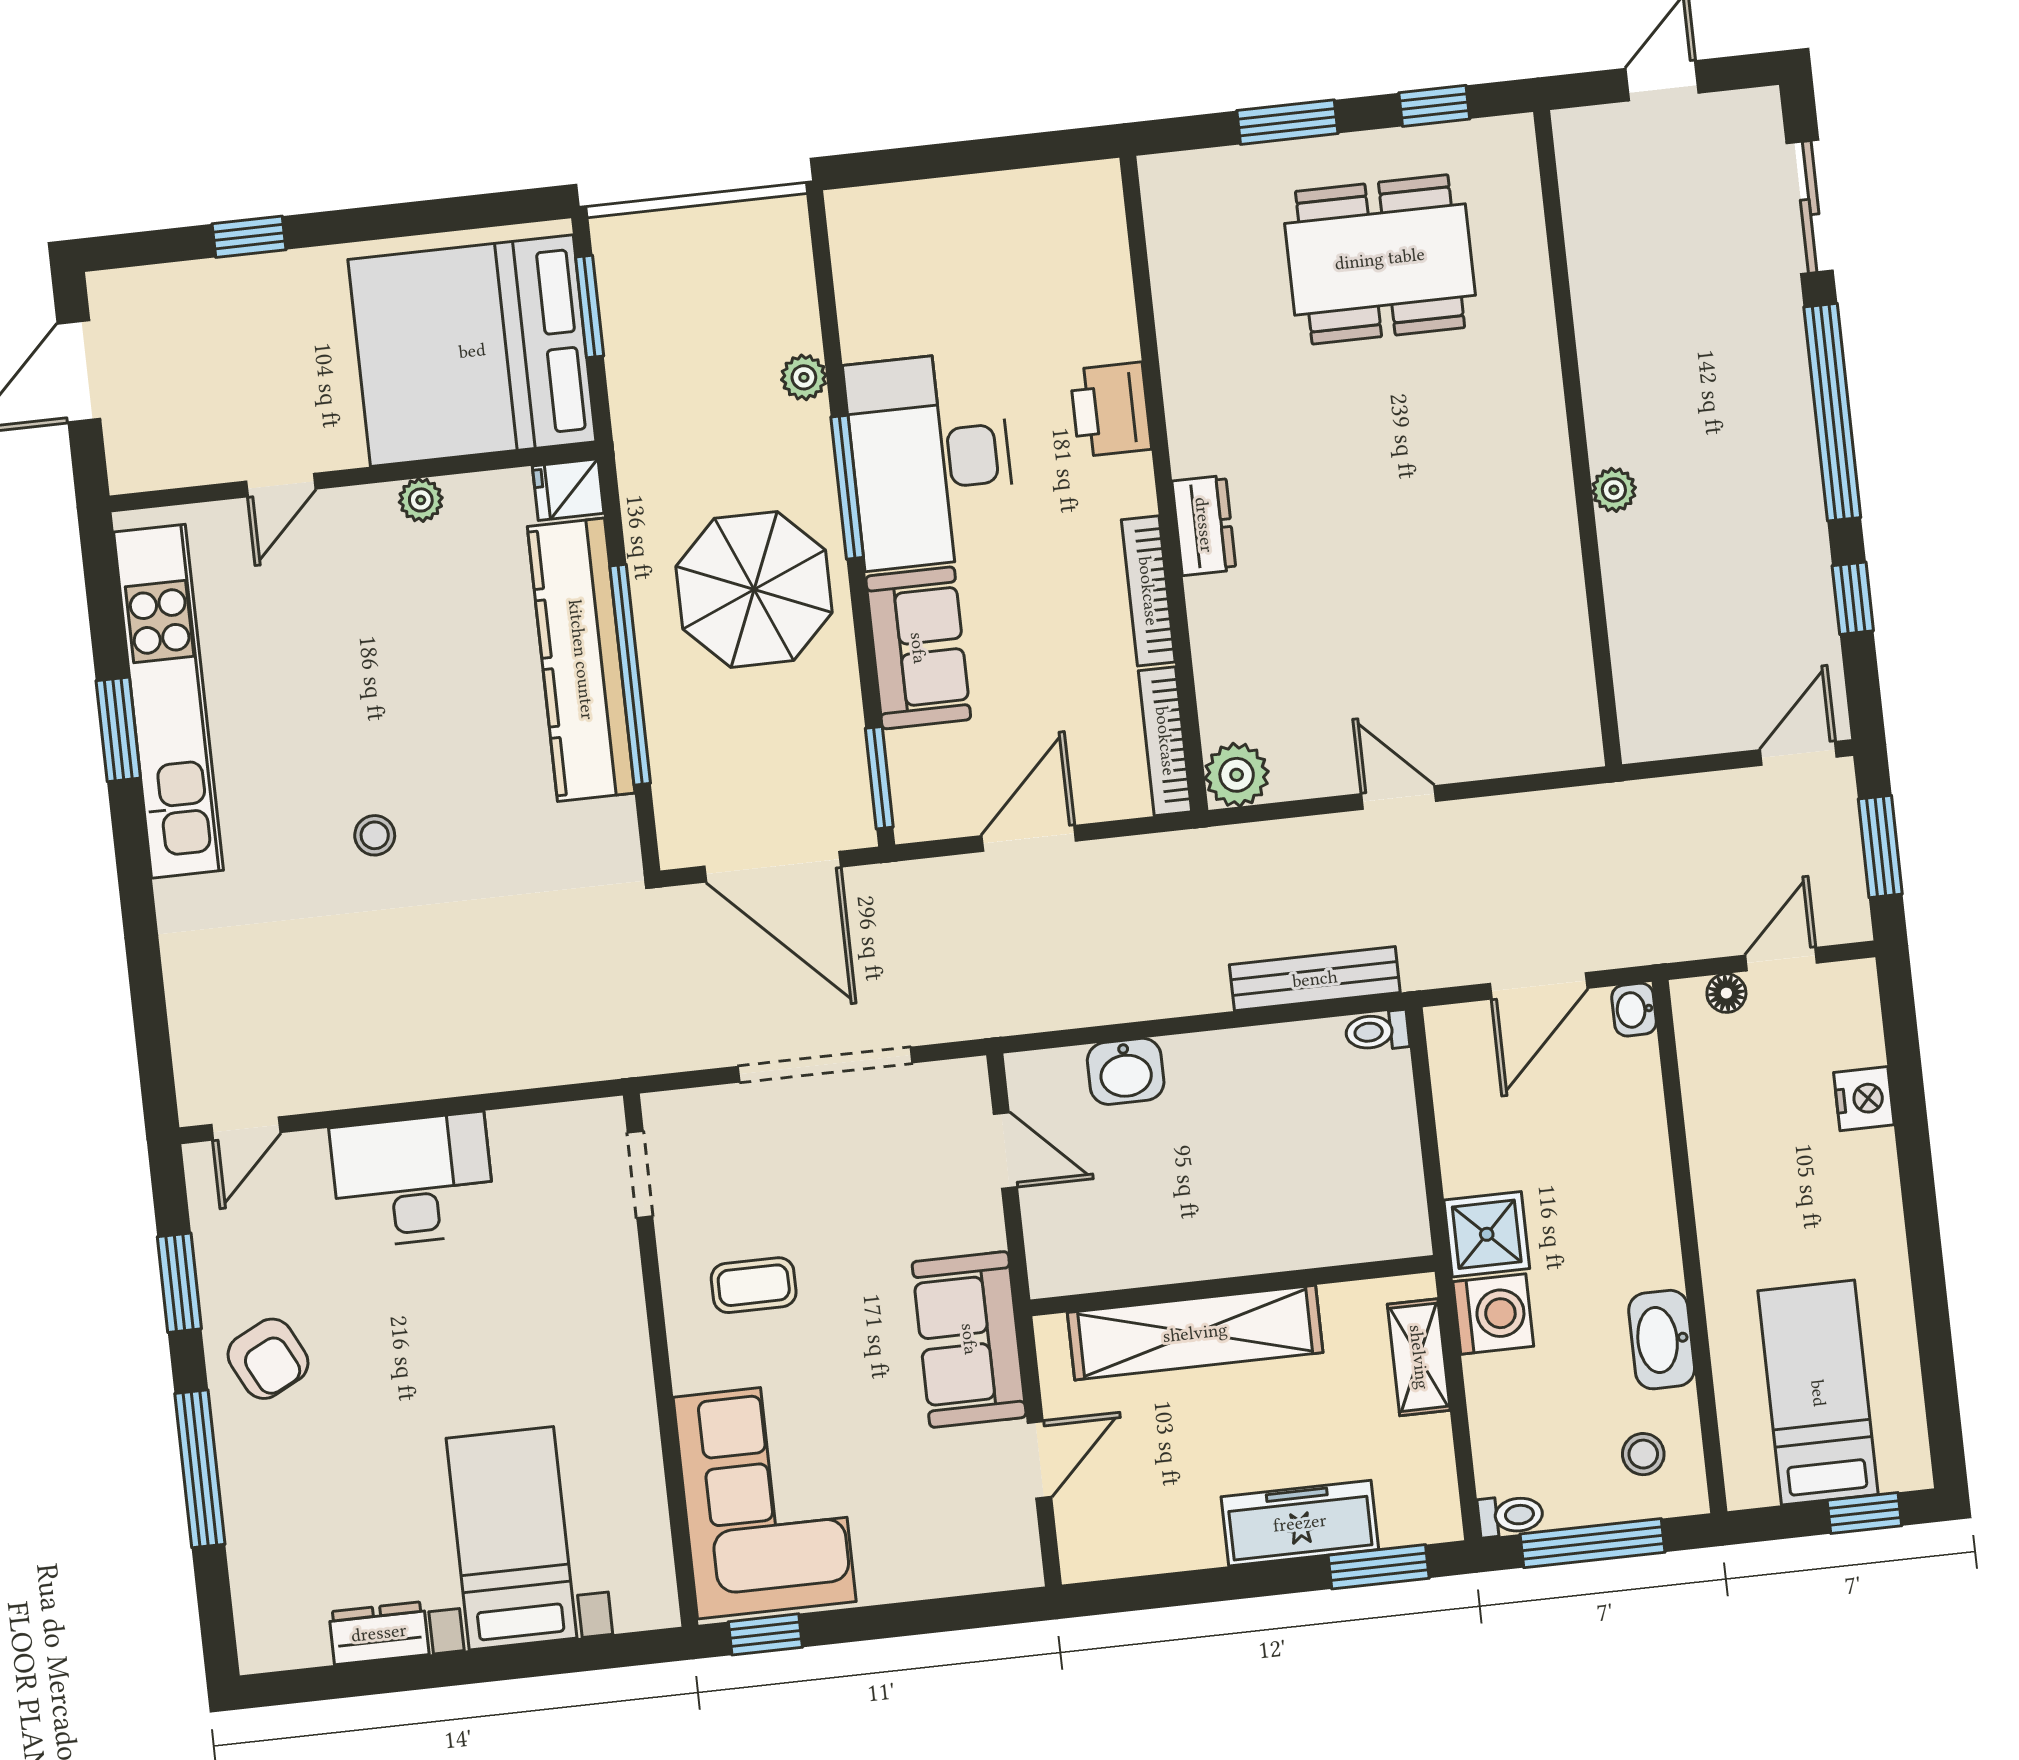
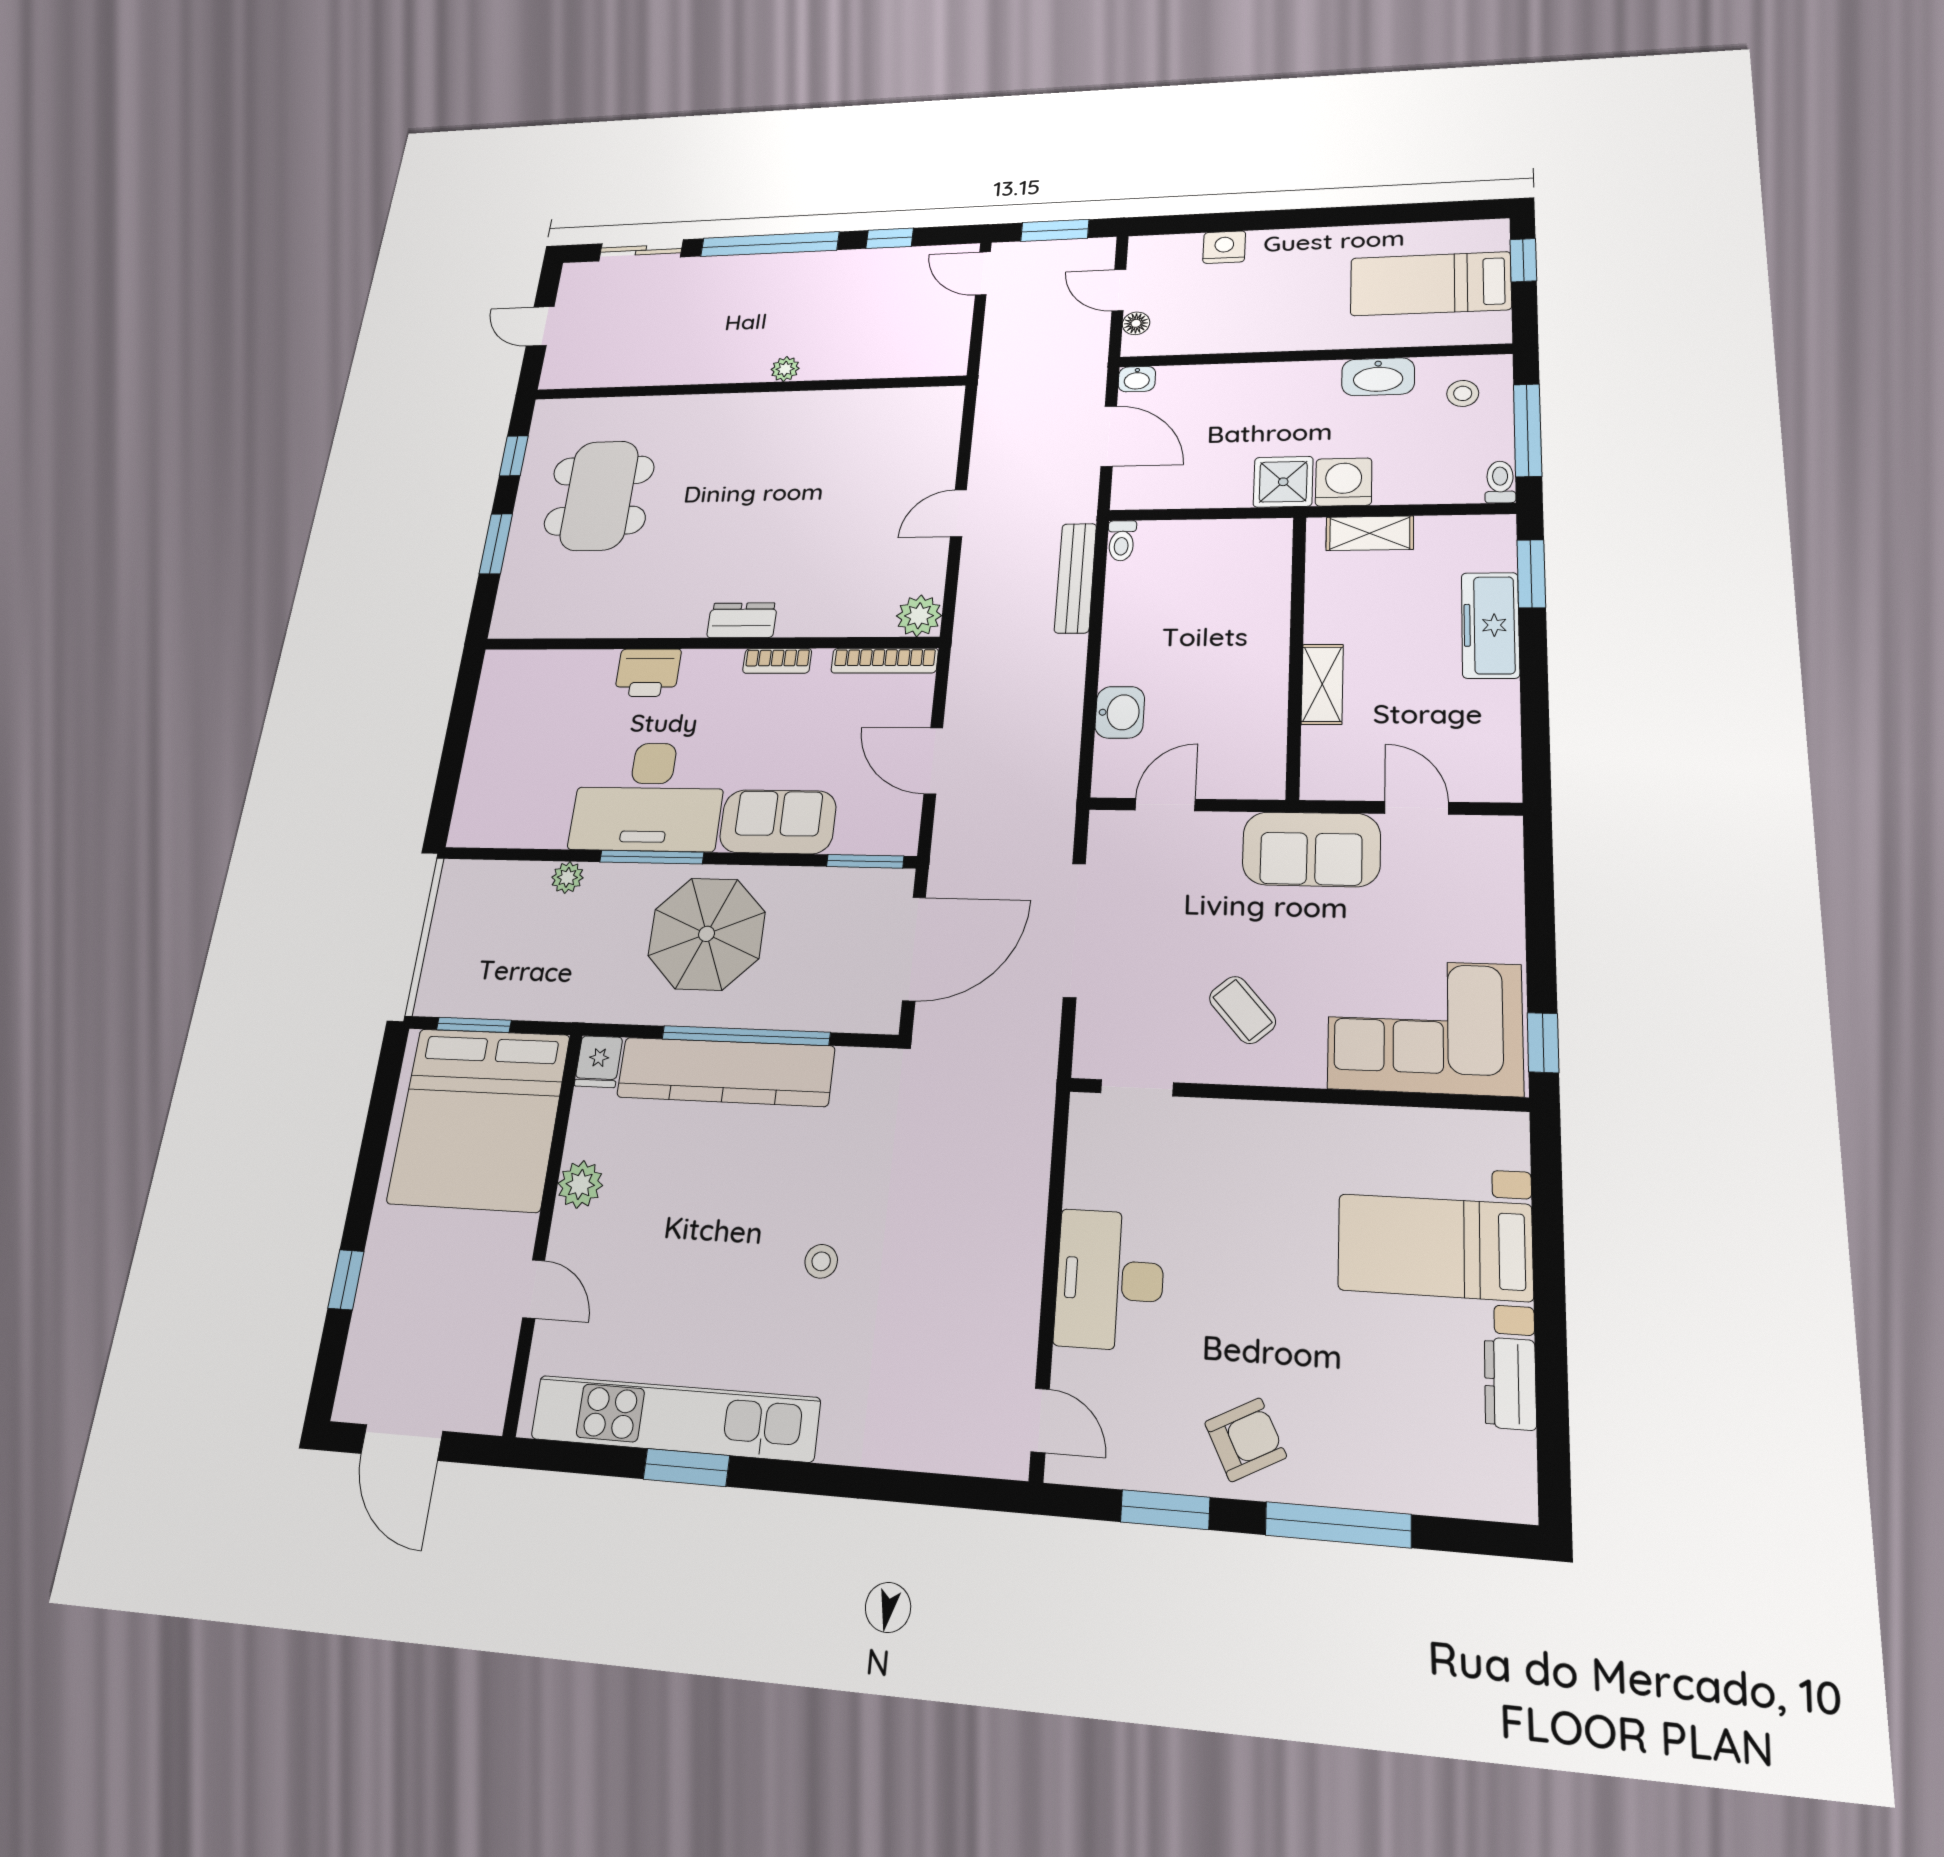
plant: (421, 500) -> (580, 1184), width x1.38, depth x1.38
bookcase: (1148, 591) -> (777, 661), width x0.64
coffee table: (754, 1285) -> (1242, 1010), turned -41
shelving: (1195, 1333) -> (1322, 684), width x0.45, depth x0.75

